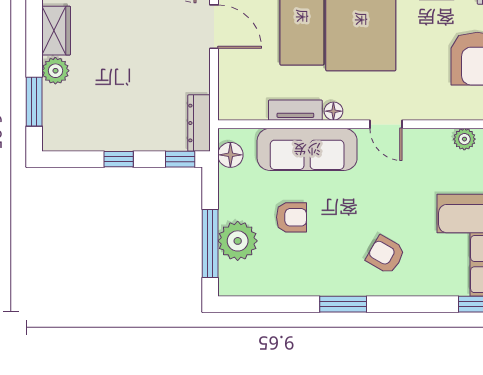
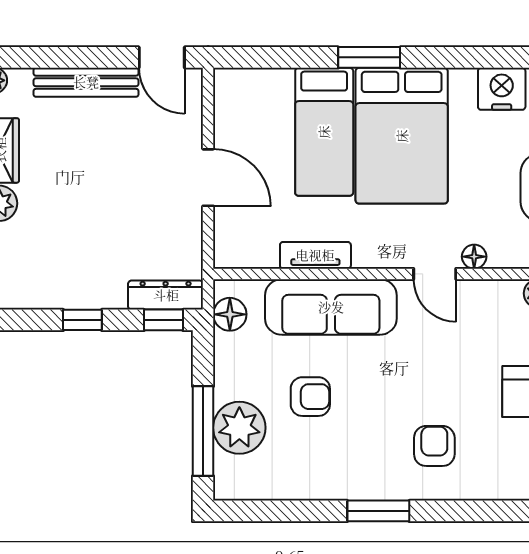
door: (214, 27) -> (208, 178), moved
floor lamp: (333, 111) -> (474, 257), moved
dresser: (199, 123) -> (166, 295), moved, turned 90
armchair: (386, 255) -> (434, 446), turned 60

